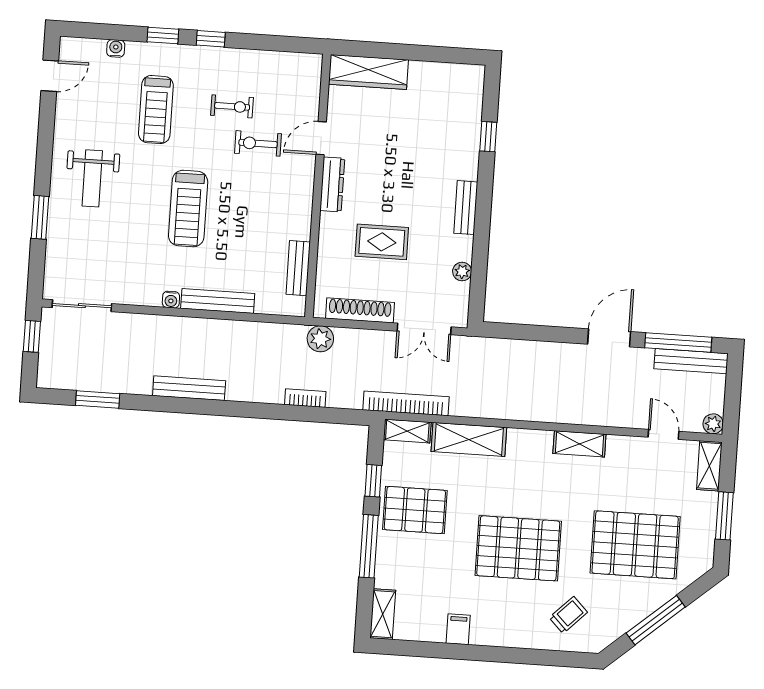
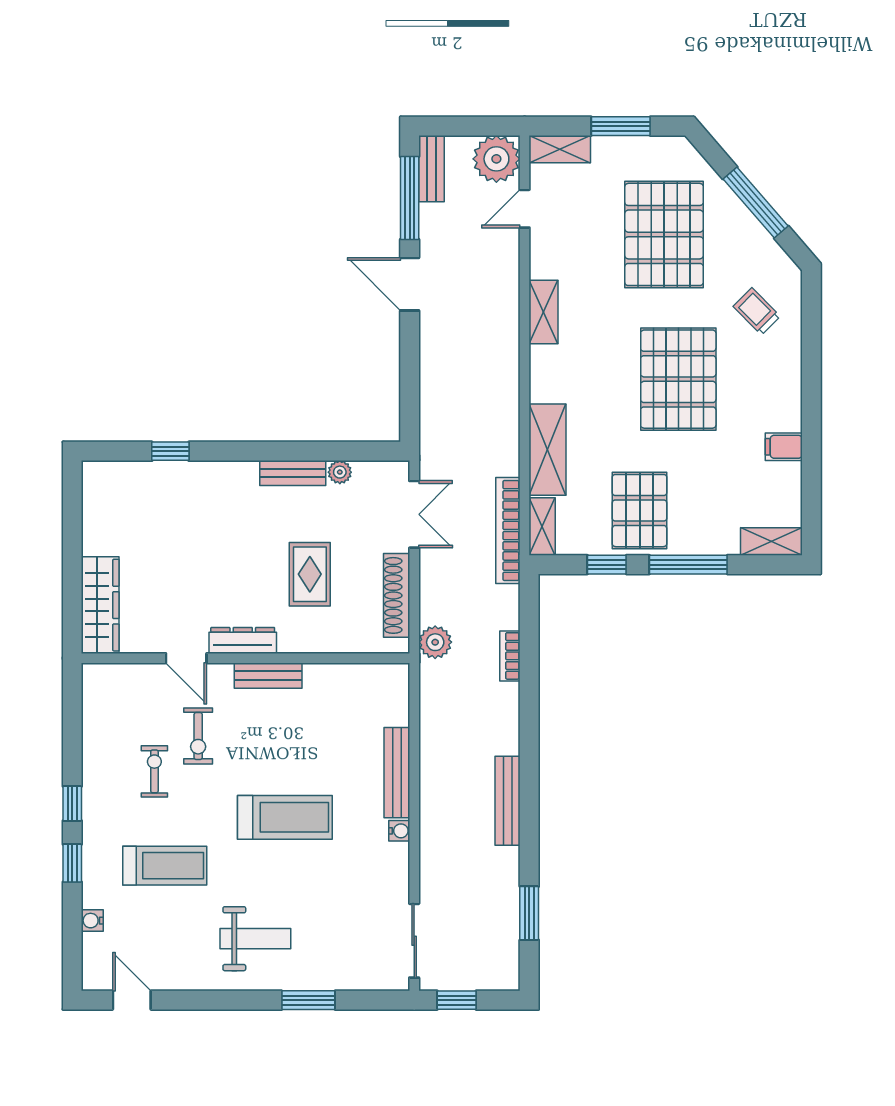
bench: (466, 208) -> (293, 473), moved
bench: (298, 268) -> (268, 676), moved
bench: (691, 361) -> (431, 169), width x0.73
plant: (713, 424) -> (496, 159), width x1.87, depth x1.87

